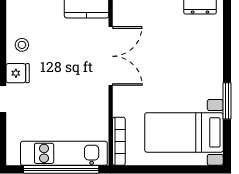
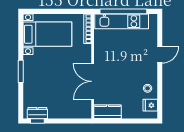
fridge: (18, 73) -> (150, 105), moved
window: (227, 101) -> (21, 71), moved

